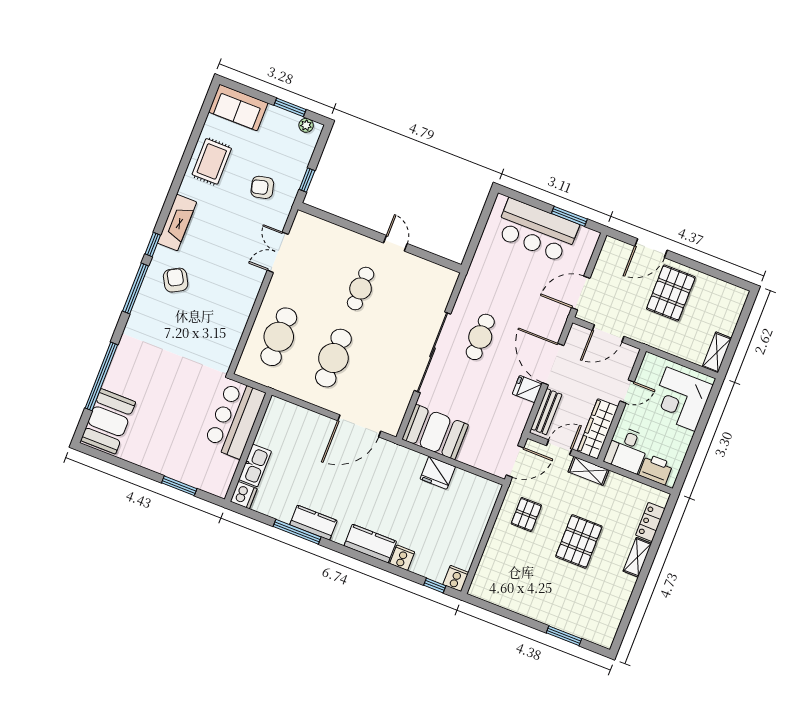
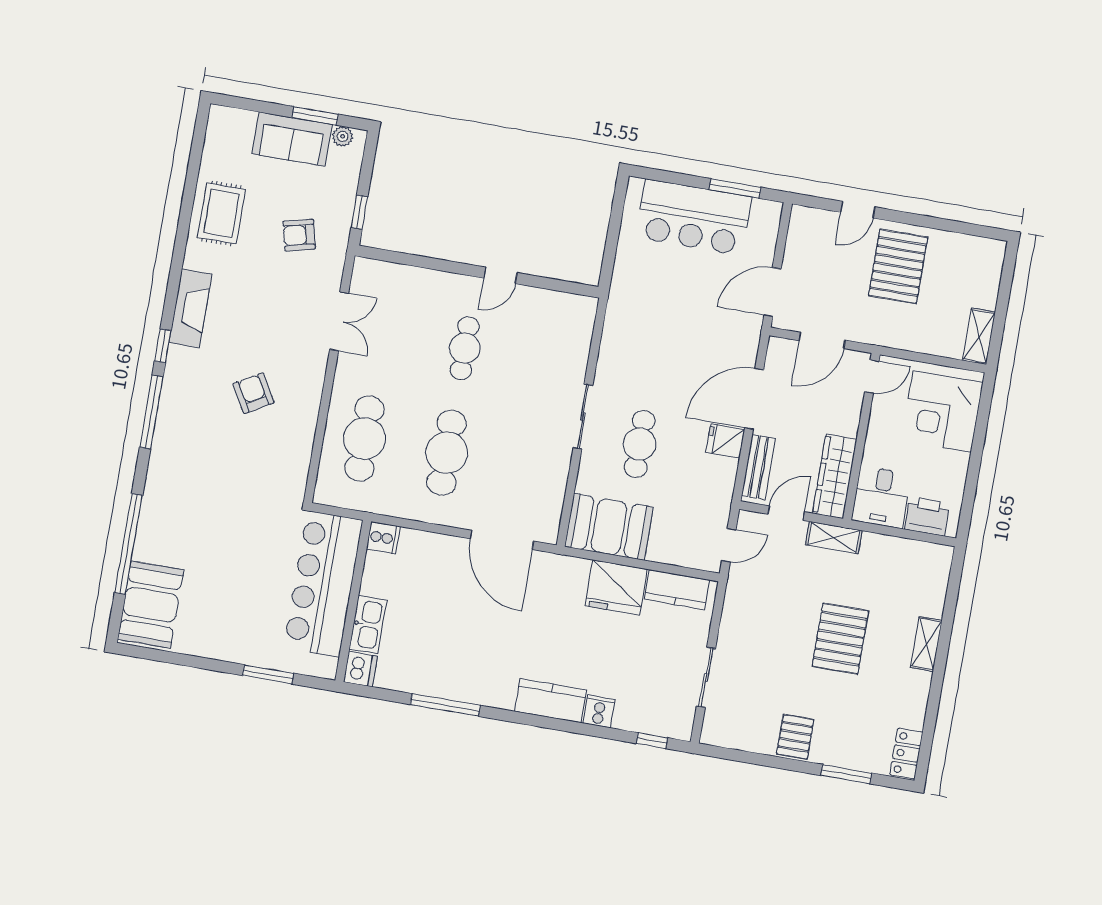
sofa: (238, 107) -> (292, 139), moved
door: (395, 243) -> (500, 275), swing flipped
door: (651, 248) -> (858, 210), width x0.73
double door: (278, 252) -> (339, 321), swing flipped
armchair: (176, 280) -> (253, 393), moved
cafe table: (480, 337) -> (640, 444), moved
sliding door: (433, 352) -> (583, 417), width x0.54
door: (553, 364) -> (754, 399), hinge flipped
door: (627, 392) -> (872, 376), moved
bar counter: (235, 419) -> (323, 584), width x1.36
door: (359, 426) -> (502, 540), hinge flipped
door: (515, 461) -> (729, 545), width x0.73
fridge: (438, 473) -> (616, 588), width x1.36, depth x1.34
pallet: (526, 514) -> (795, 737), moved
locker: (650, 522) -> (906, 754), moved
kitchen counter: (313, 523) -> (677, 590), moved, turned 180
sliding door: (481, 549) -> (706, 677), added
cooker: (456, 578) -> (383, 538), moved, turned 90

